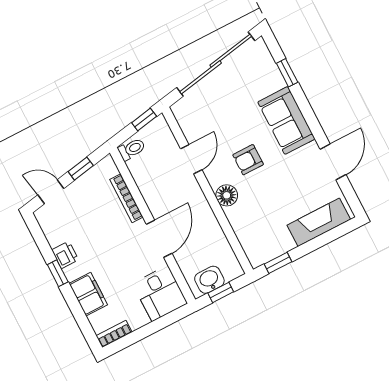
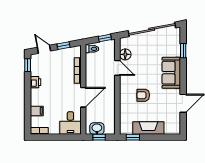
door: (191, 159) -> (117, 68), hinge flipped
armchair: (248, 160) -> (143, 95), moved
floor lamp: (227, 195) -> (125, 54), moved
fireplace: (319, 222) -> (148, 128), moved
window: (58, 273) -> (28, 65), moved
filing cabinet: (88, 294) -> (37, 111), width x0.50

